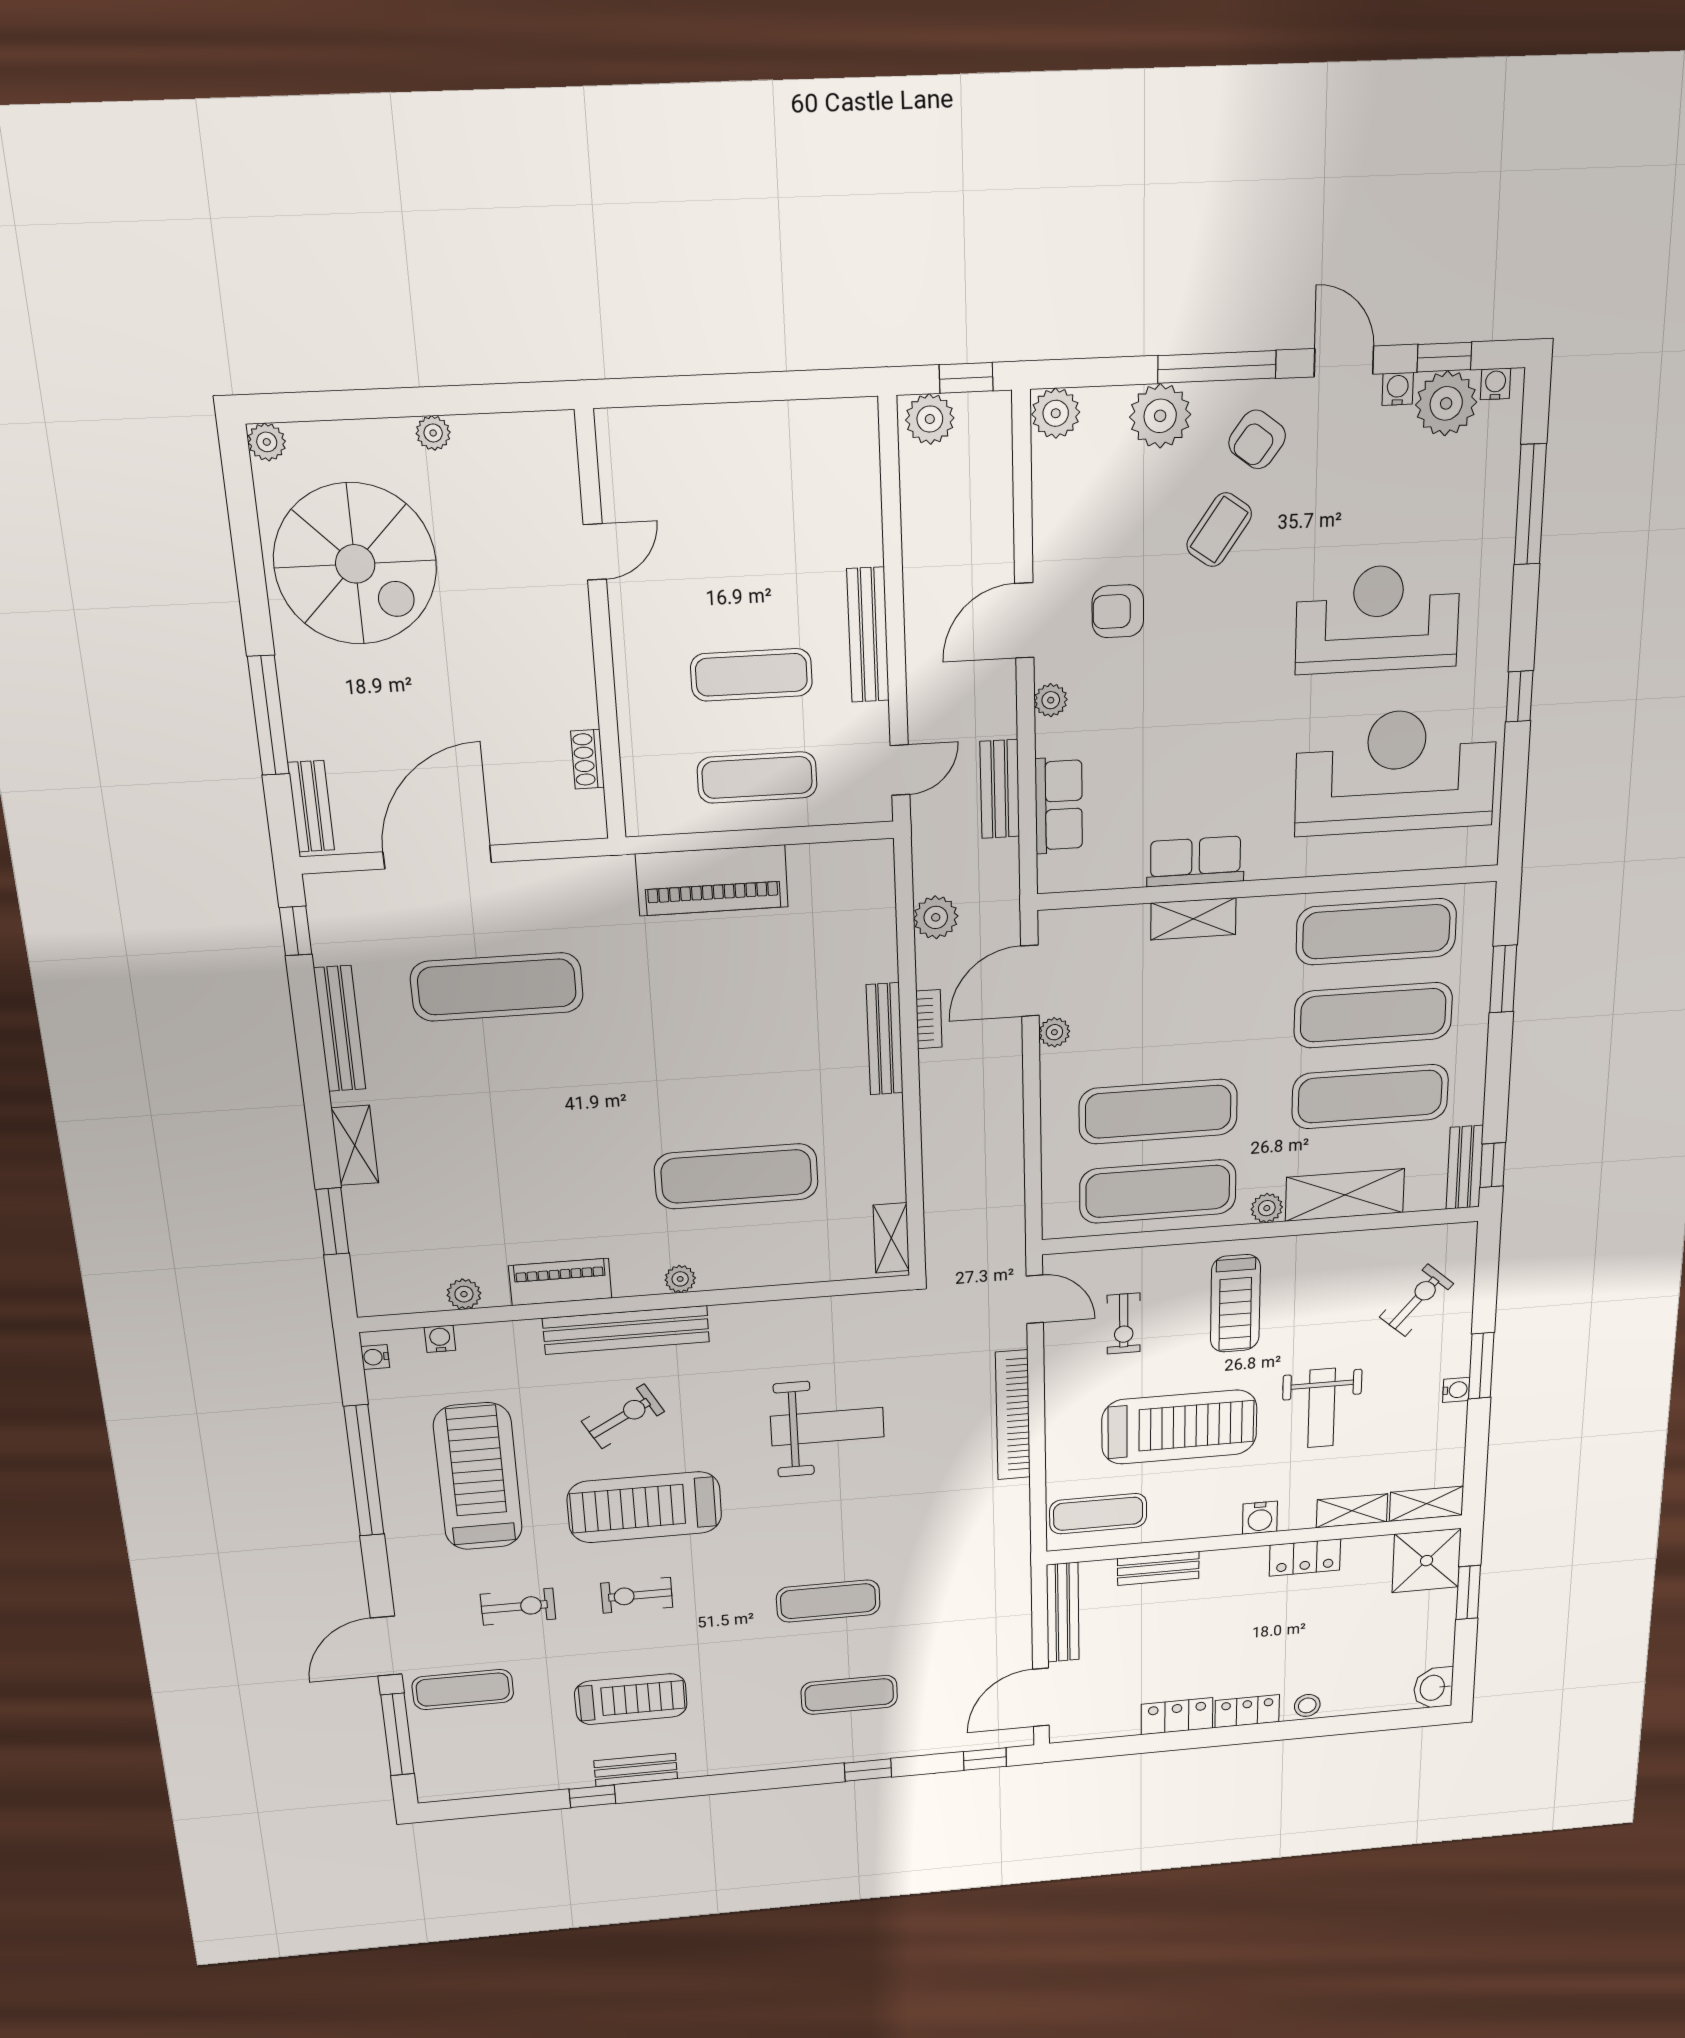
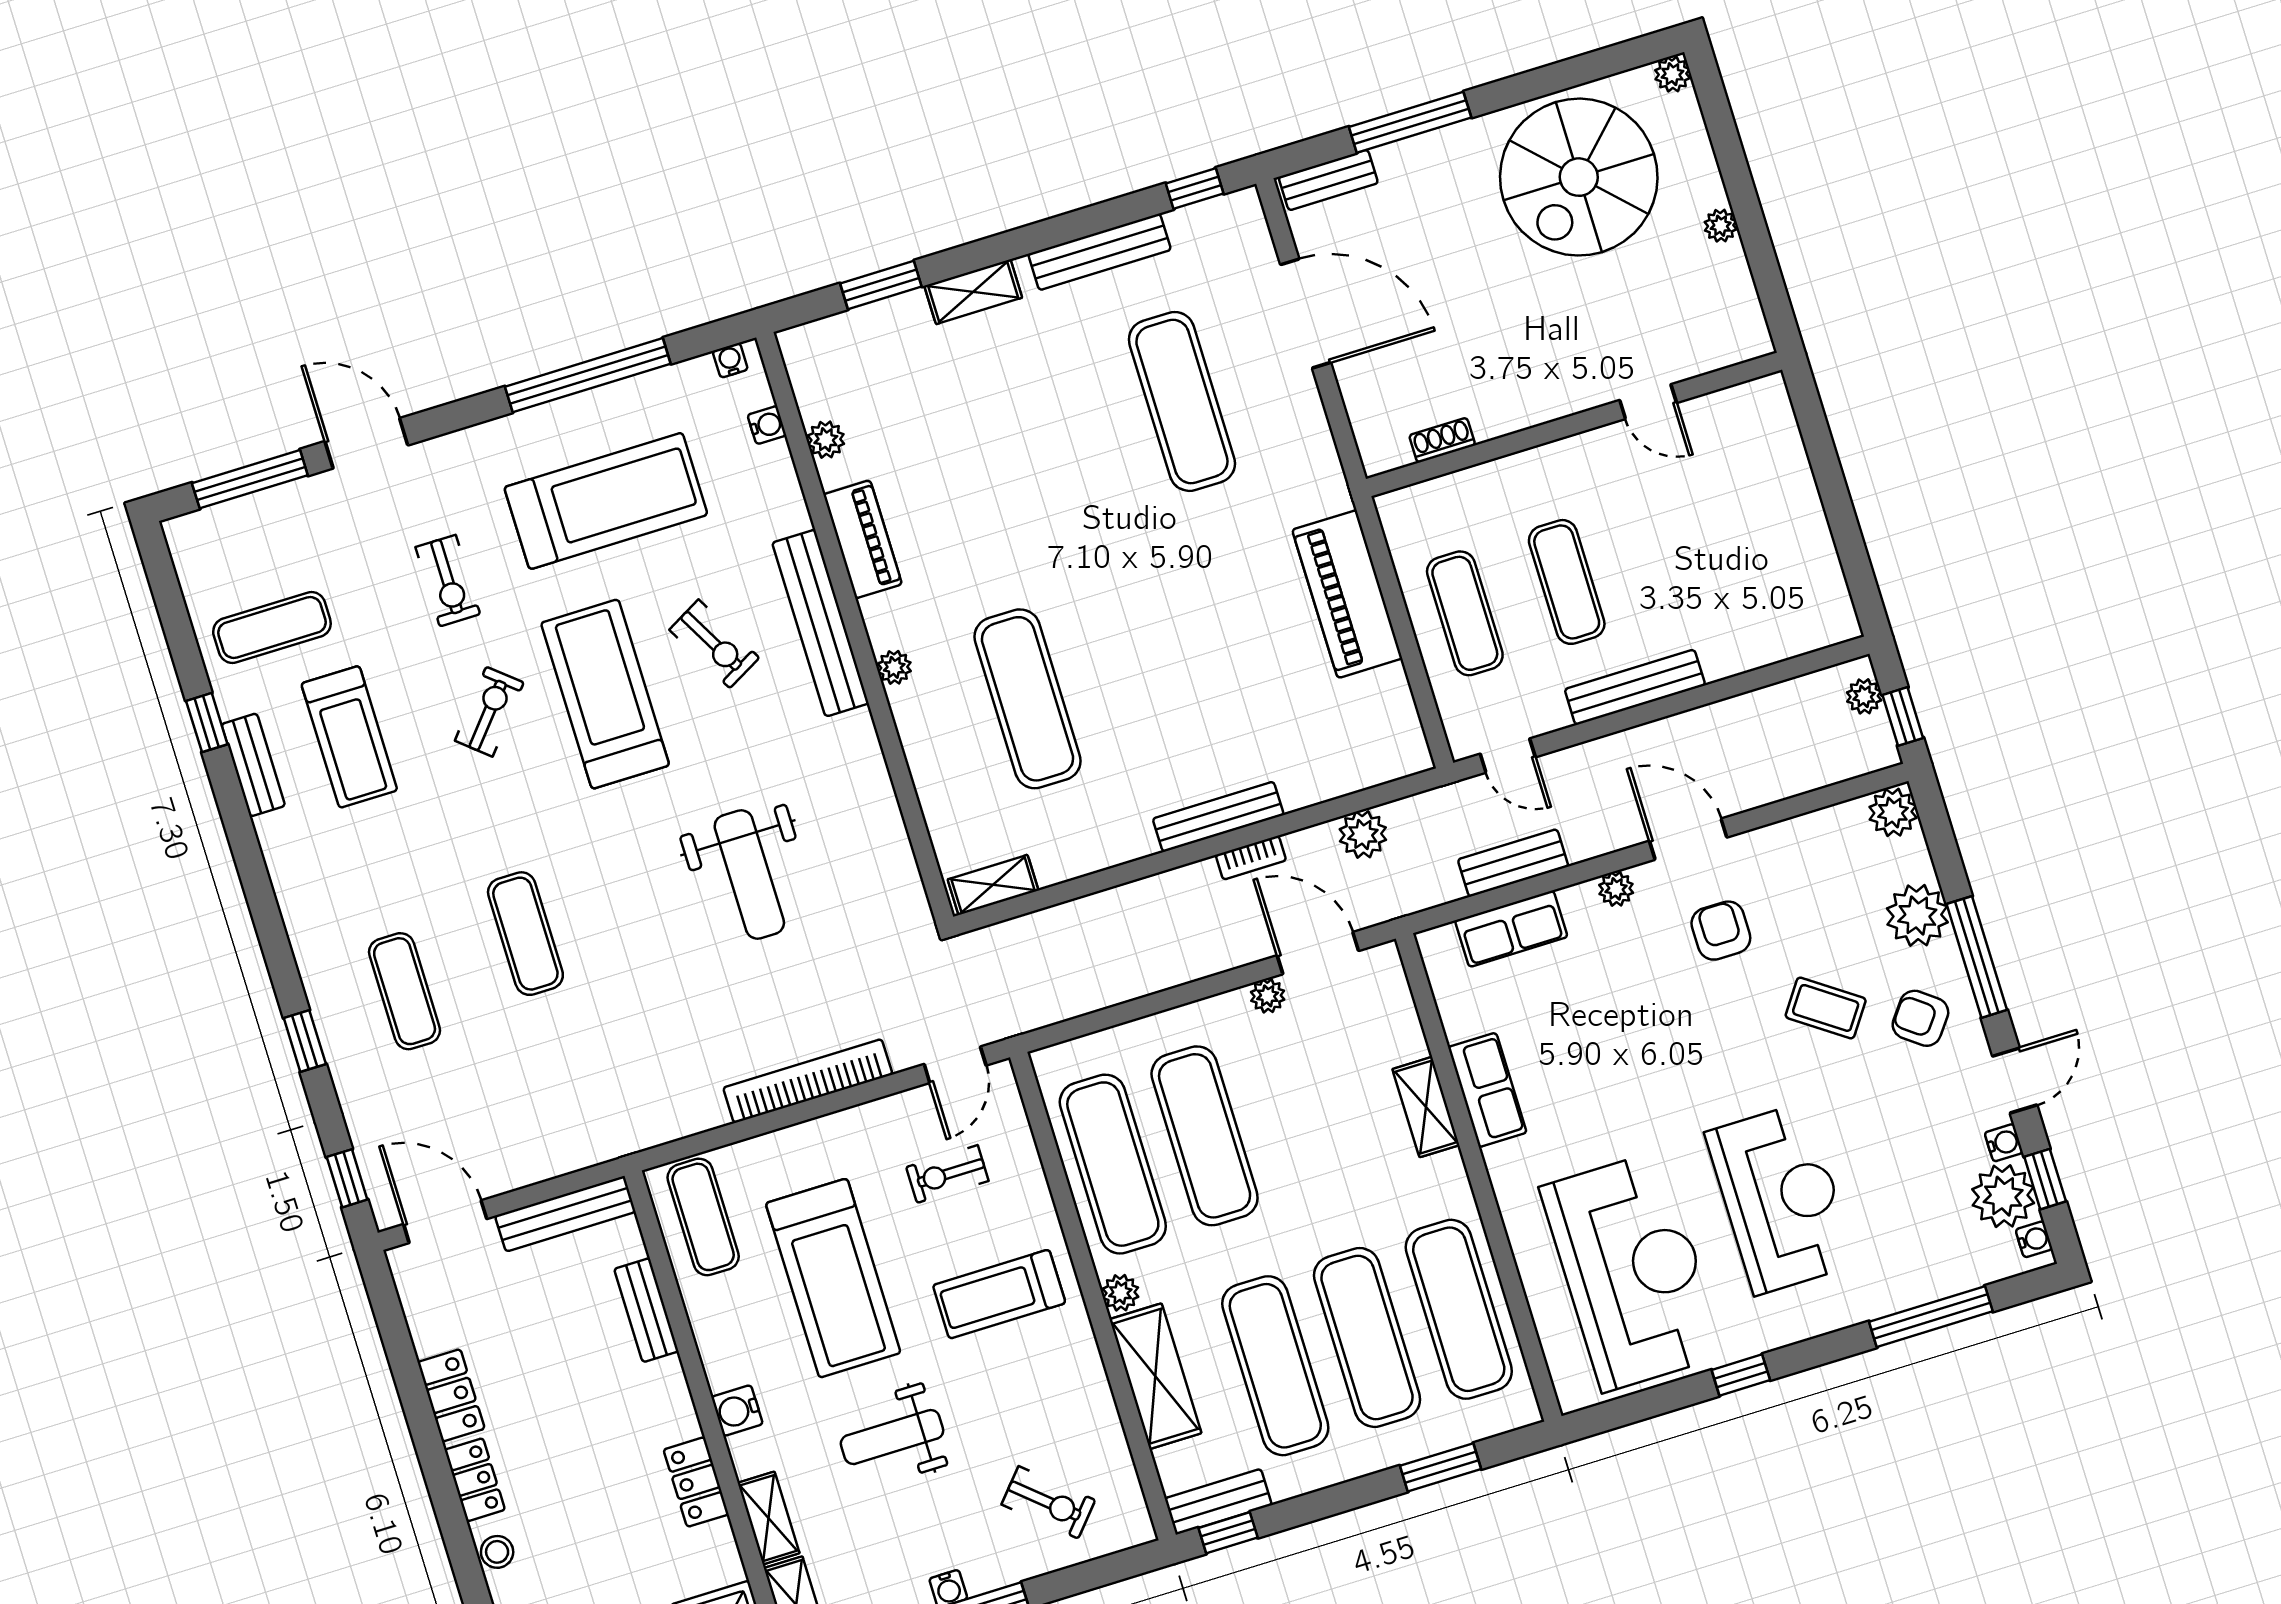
plant: (930, 419) -> (1864, 696), width x0.73, depth x0.73
exercise bike: (637, 1595) -> (489, 712), turned 40
exercise mat: (463, 1690) -> (272, 628), moved, turned 90

